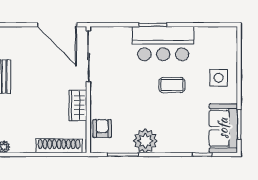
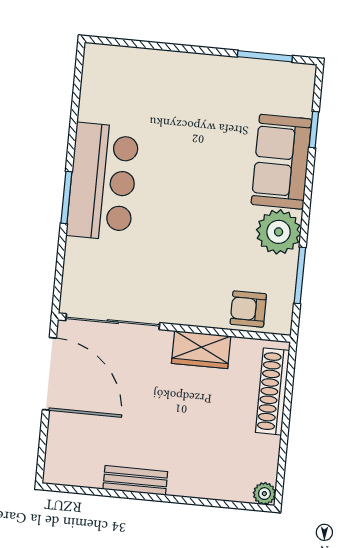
door: (57, 25) -> (49, 374), hinge flipped
side table: (219, 78) -> (175, 86), removed
coffee table: (172, 85) -> (180, 173), removed
sofa: (223, 128) -> (281, 162), moved, turned 90

